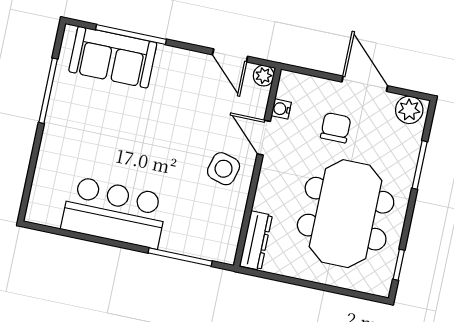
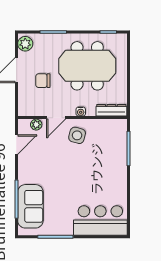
plant: (264, 76) -> (36, 125), moved
water cooler: (281, 109) -> (81, 112), moved
bar counter: (114, 212) -> (100, 220), moved, turned 90

